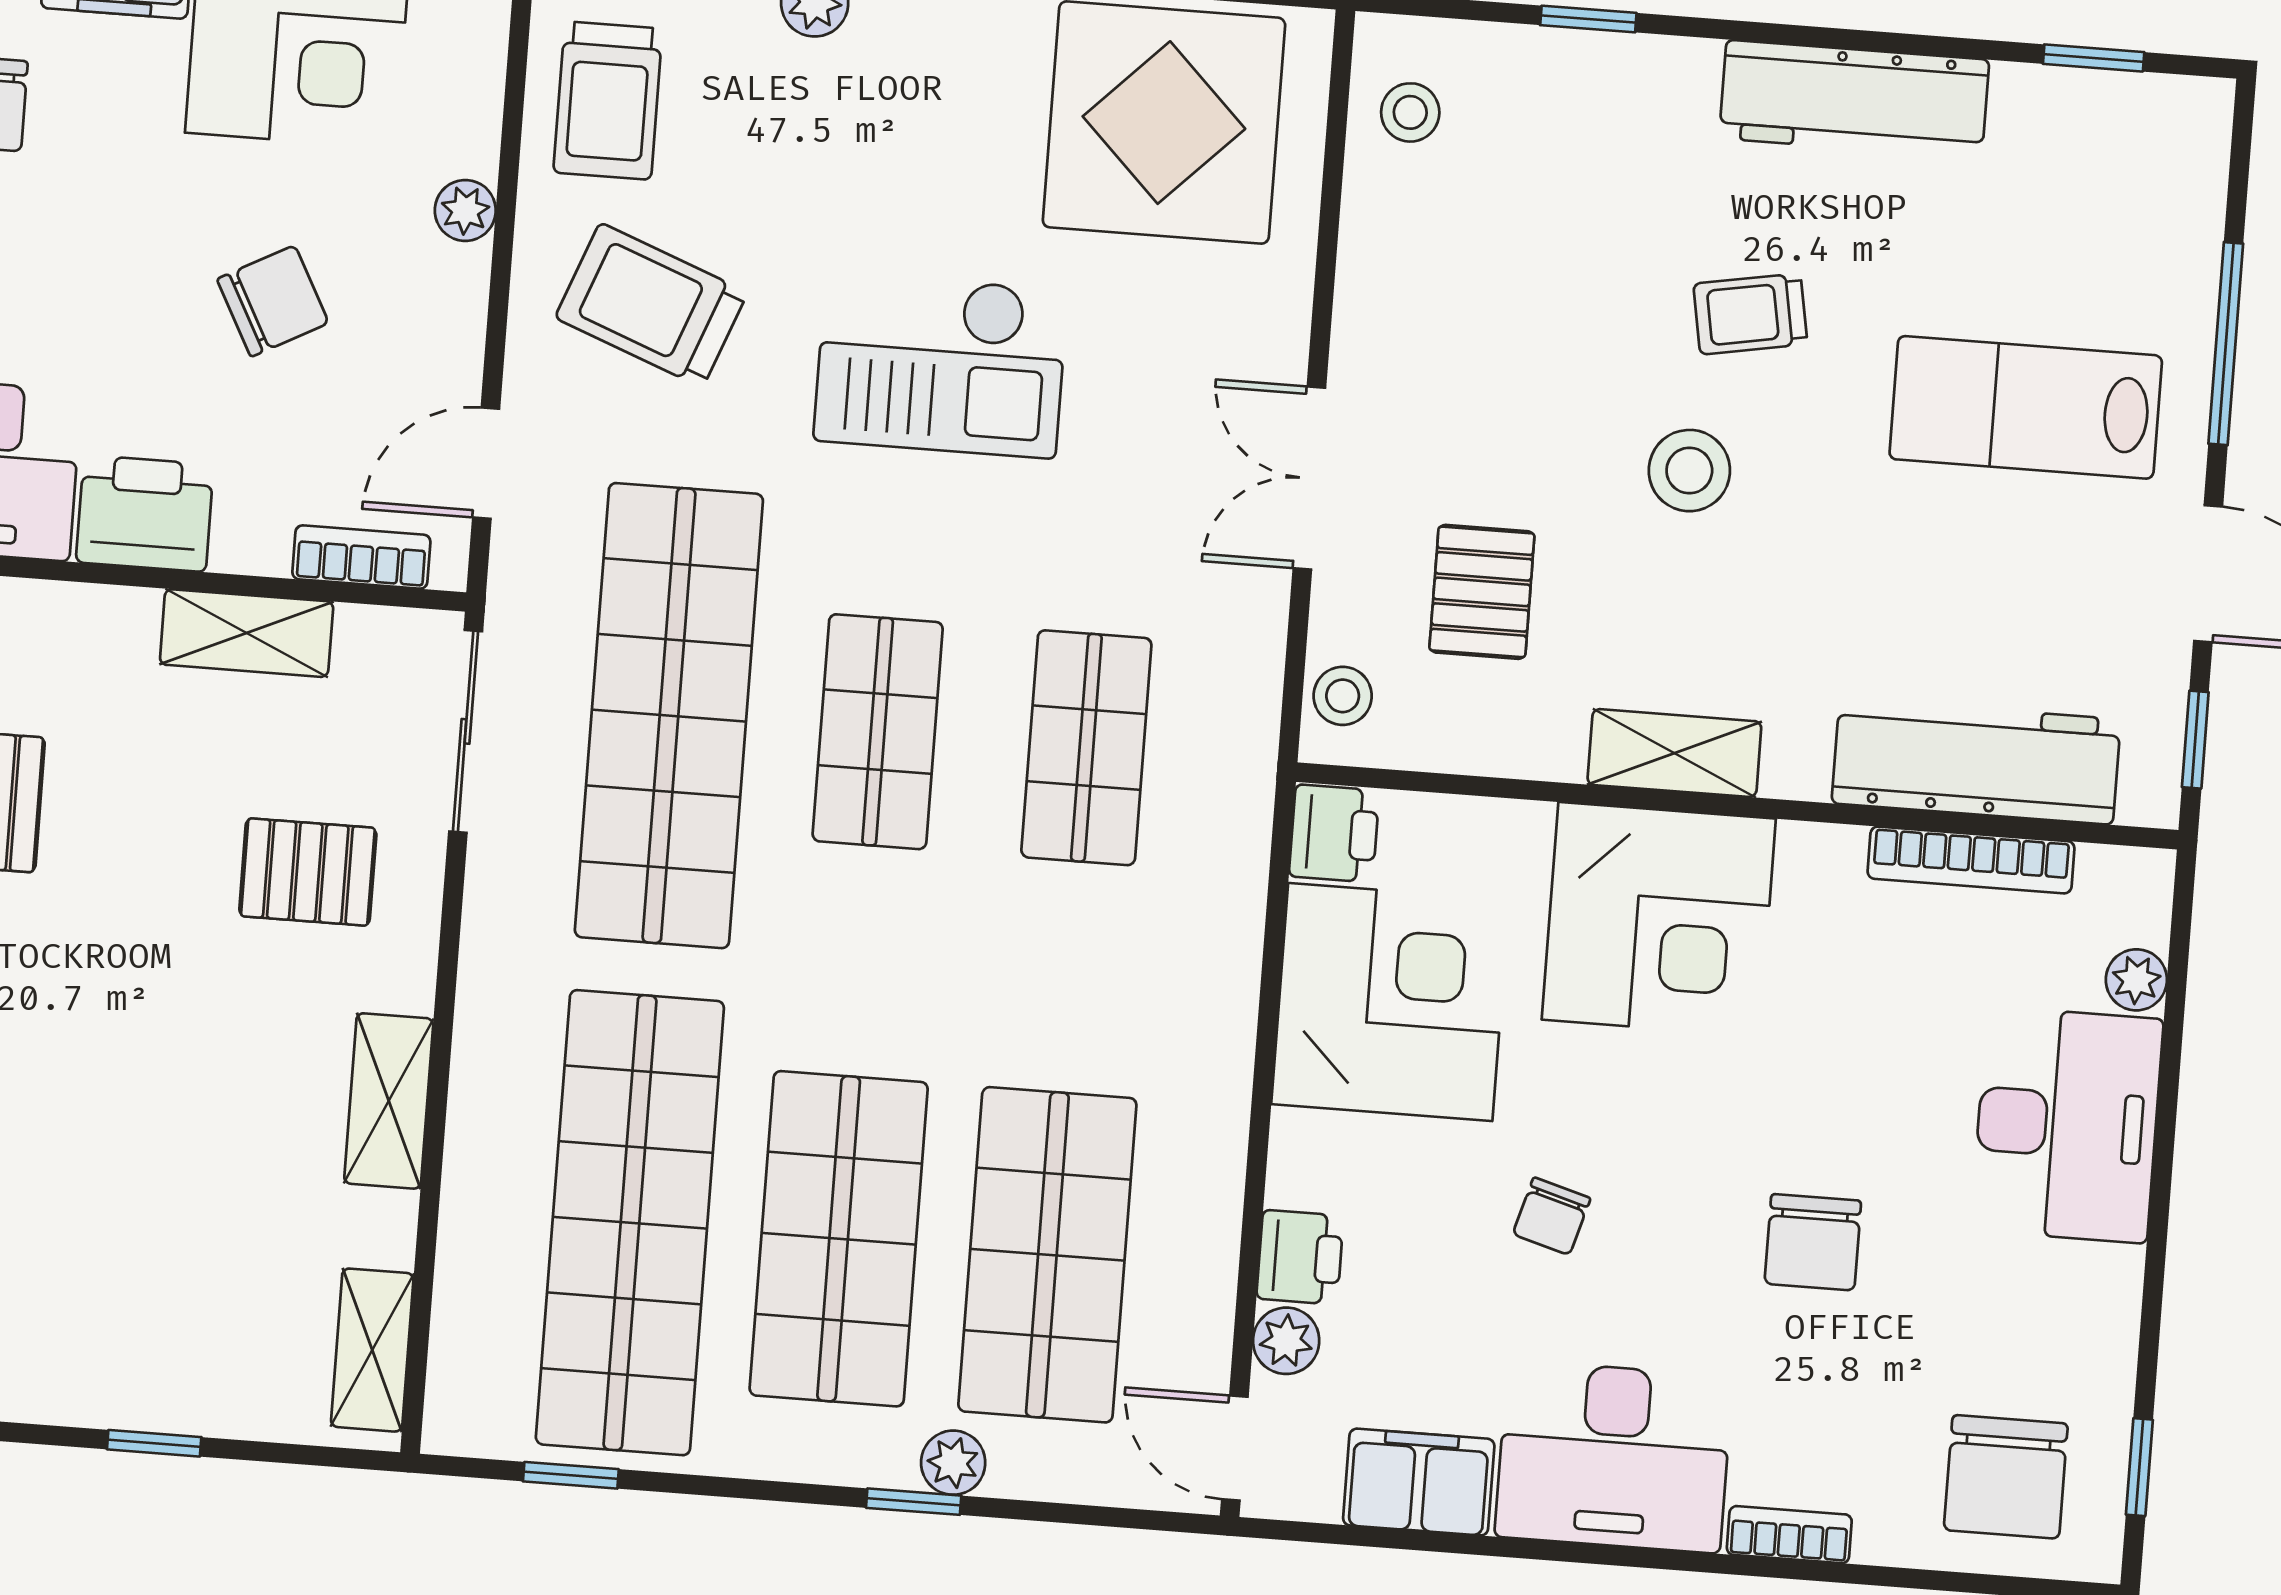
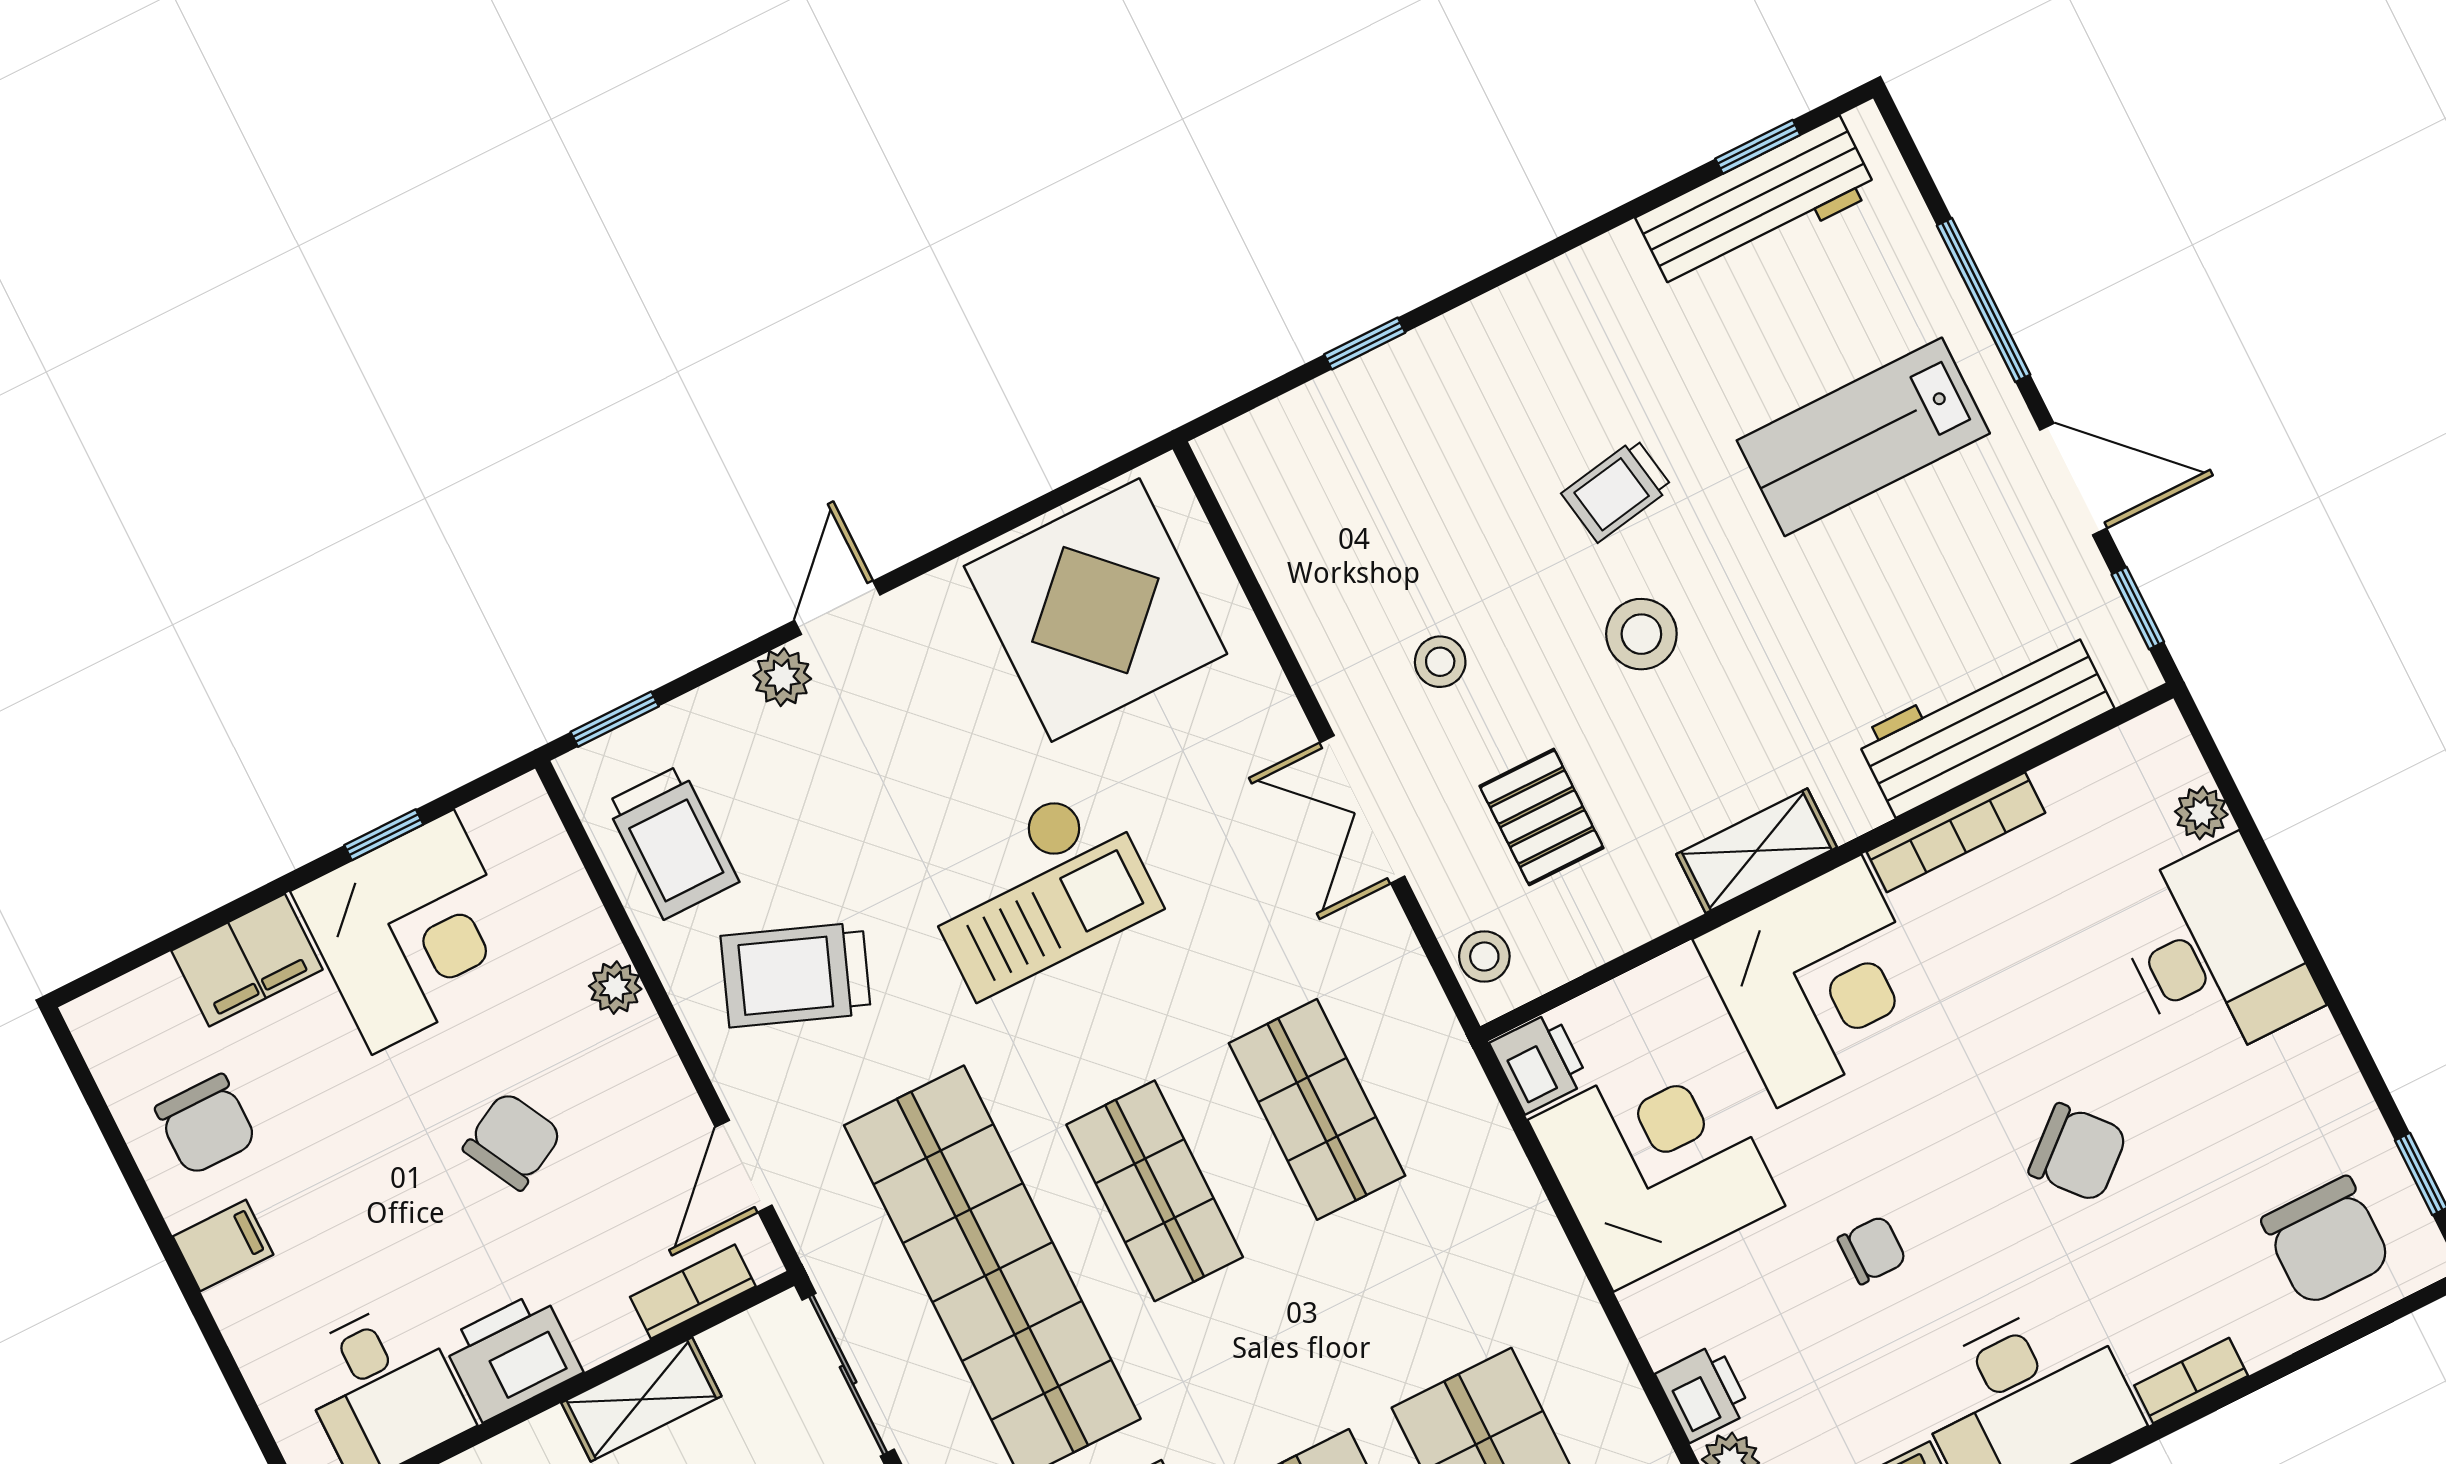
workbench: (1854, 99) -> (1756, 205), moved
stool: (1410, 112) -> (1440, 662), moved
bookcase: (1971, 860) -> (1956, 832), moved
chair: (1552, 1216) -> (1872, 1250), turned -106
chair: (1813, 1242) -> (2078, 1153), turned -41

